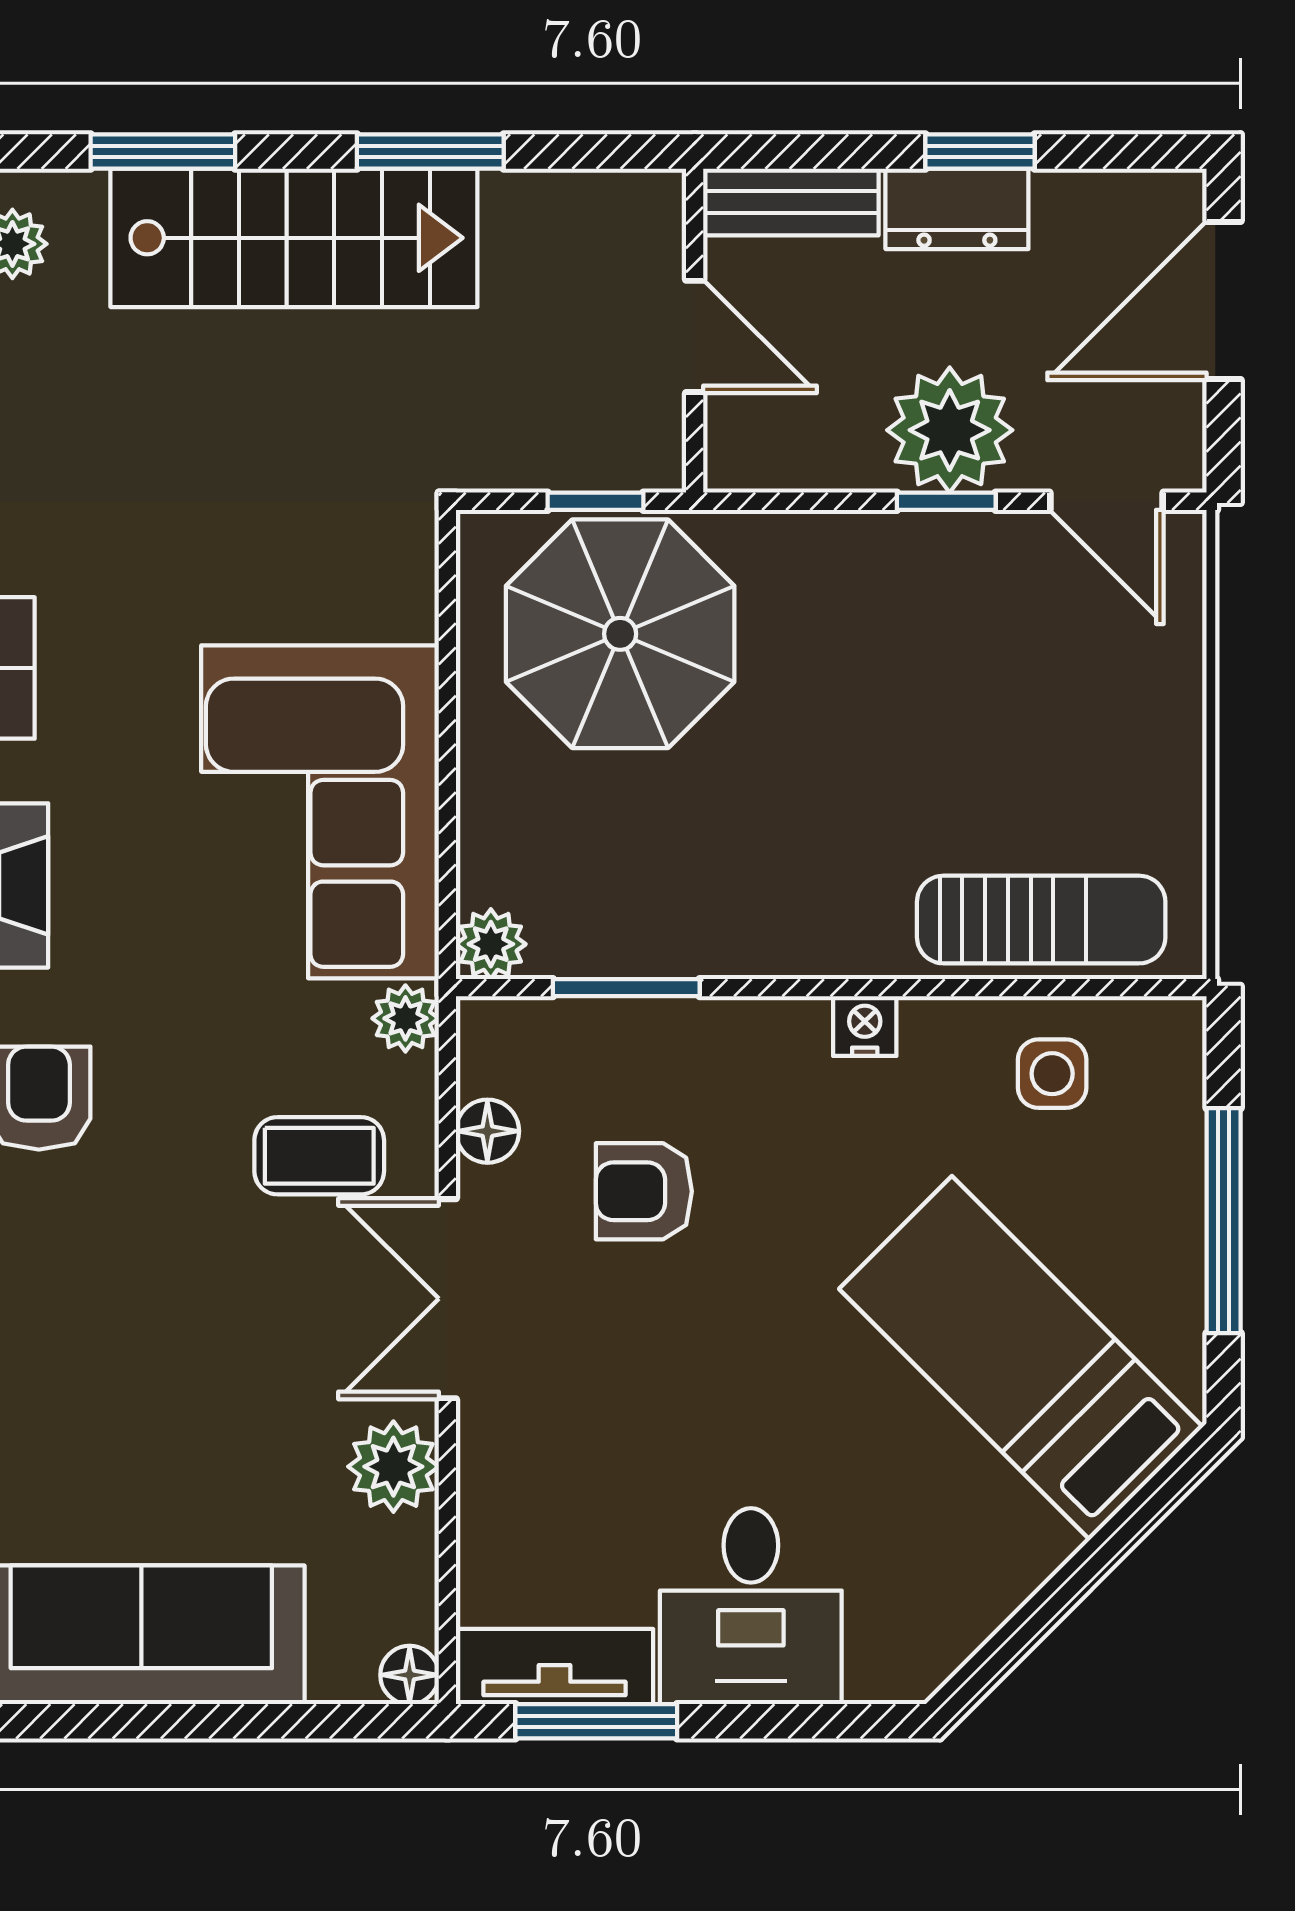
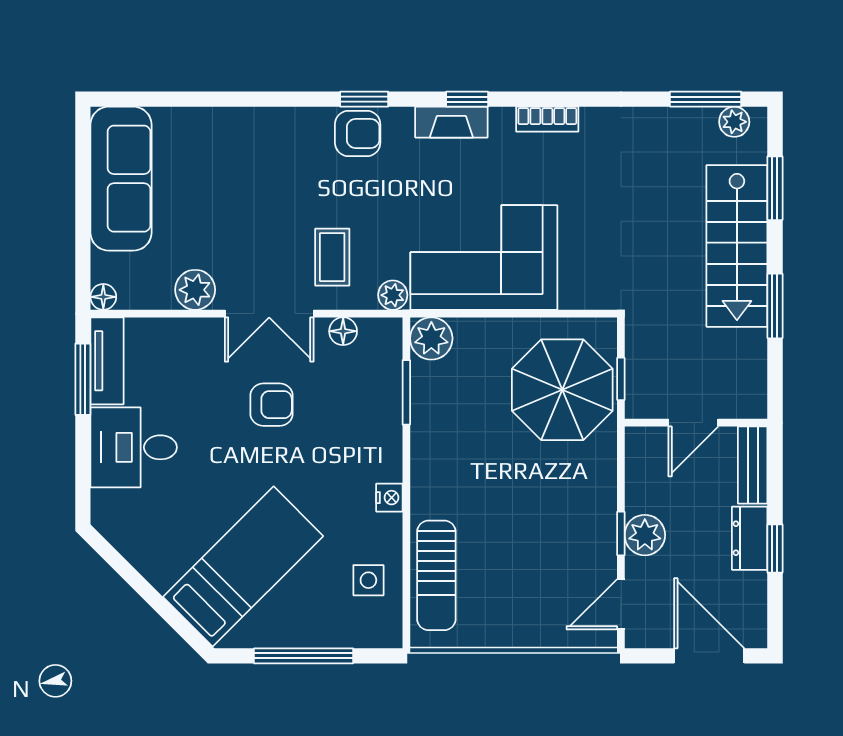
plant: (950, 430) -> (645, 535), width x0.73, depth x0.73
plant: (491, 944) -> (431, 338), width x1.38, depth x1.38
armchair: (644, 1191) -> (272, 405), moved, turned 90
double door: (447, 1299) -> (269, 314), swing flipped

